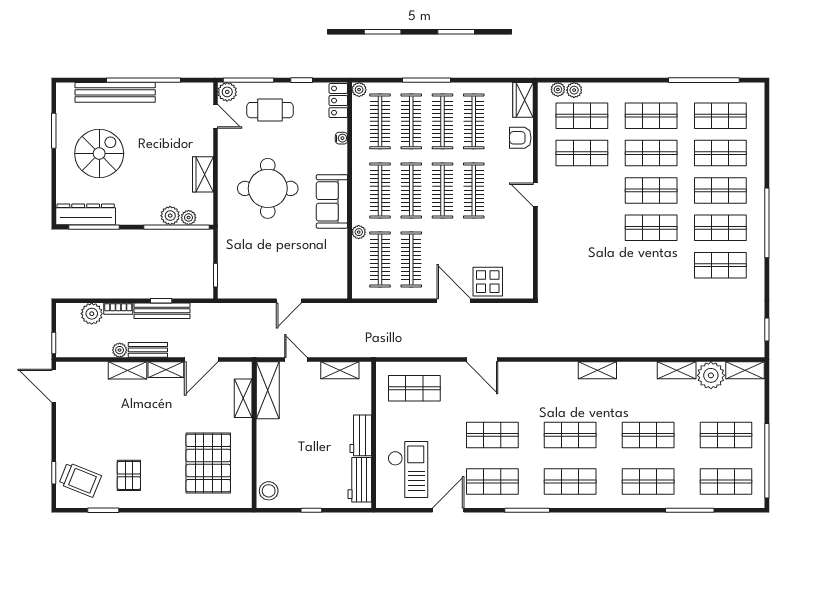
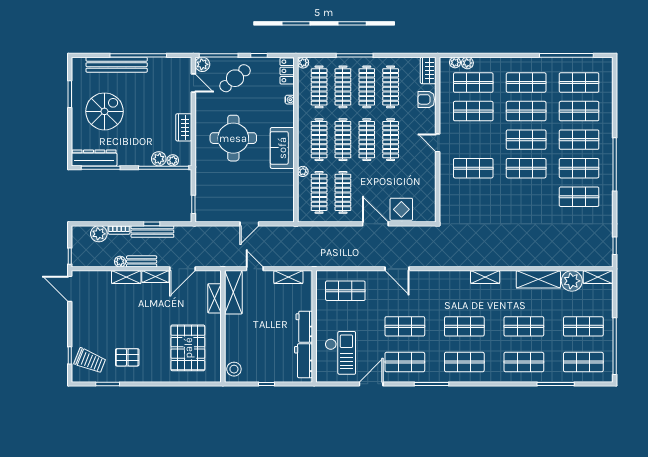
cafe table: (270, 110) -> (235, 78), turned -40
shop shelf: (582, 228) -> (473, 168), added
shelving: (677, 370) -> (538, 279), width x1.50, depth x1.33
pallet: (129, 475) -> (127, 357), turned 90

